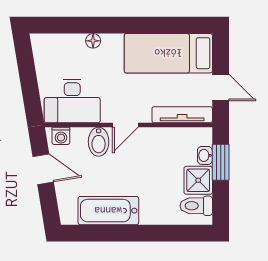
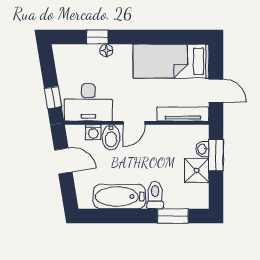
window: (83, 25) -> (97, 37), added
window: (31, 95) -> (53, 98), added
washing machine: (61, 136) -> (93, 132), moved
toilet: (196, 206) -> (155, 195), moved, turned 90
window: (170, 233) -> (173, 216), added

